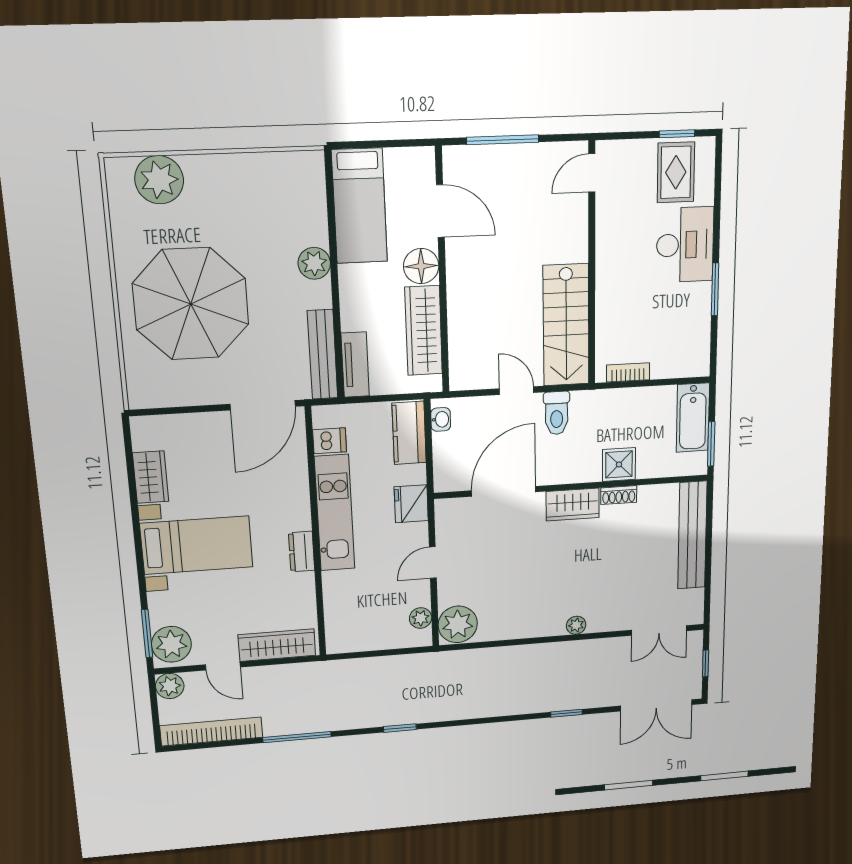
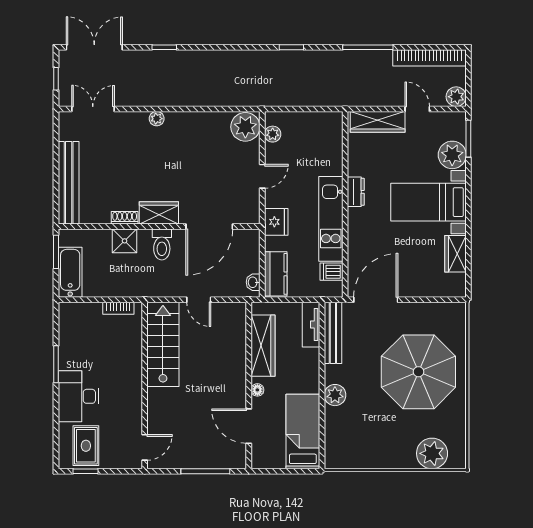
floor lamp: (421, 266) -> (257, 390), width x0.53, depth x0.53
toilet: (557, 413) -> (162, 244), moved, turned 180
plant: (171, 644) -> (452, 155), moved

